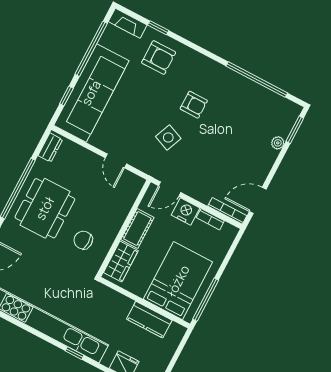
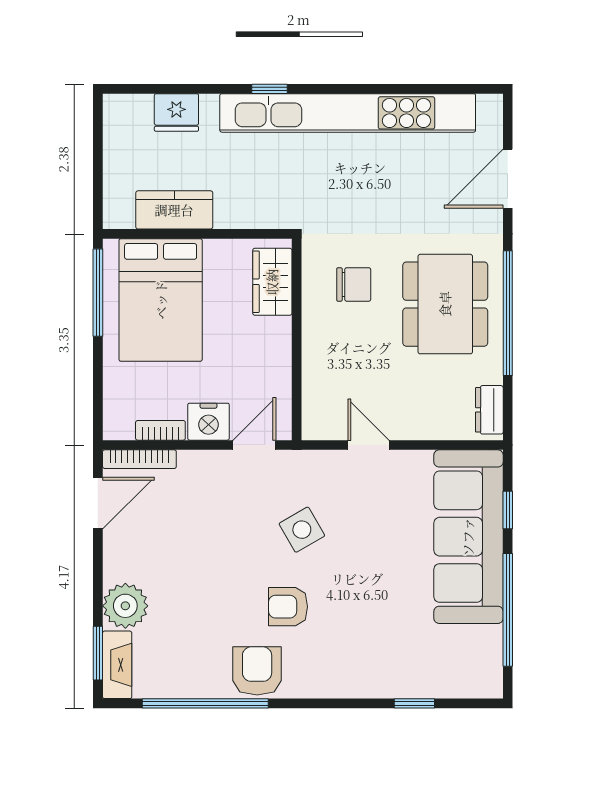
fireplace: (128, 23) -> (117, 665), moved, turned 90
armchair: (159, 58) -> (257, 671), moved, turned 90
side table: (168, 137) -> (302, 530), turned 38
plant: (278, 143) -> (125, 606), width x1.87, depth x1.87
cot: (137, 228) -> (274, 351), removed

